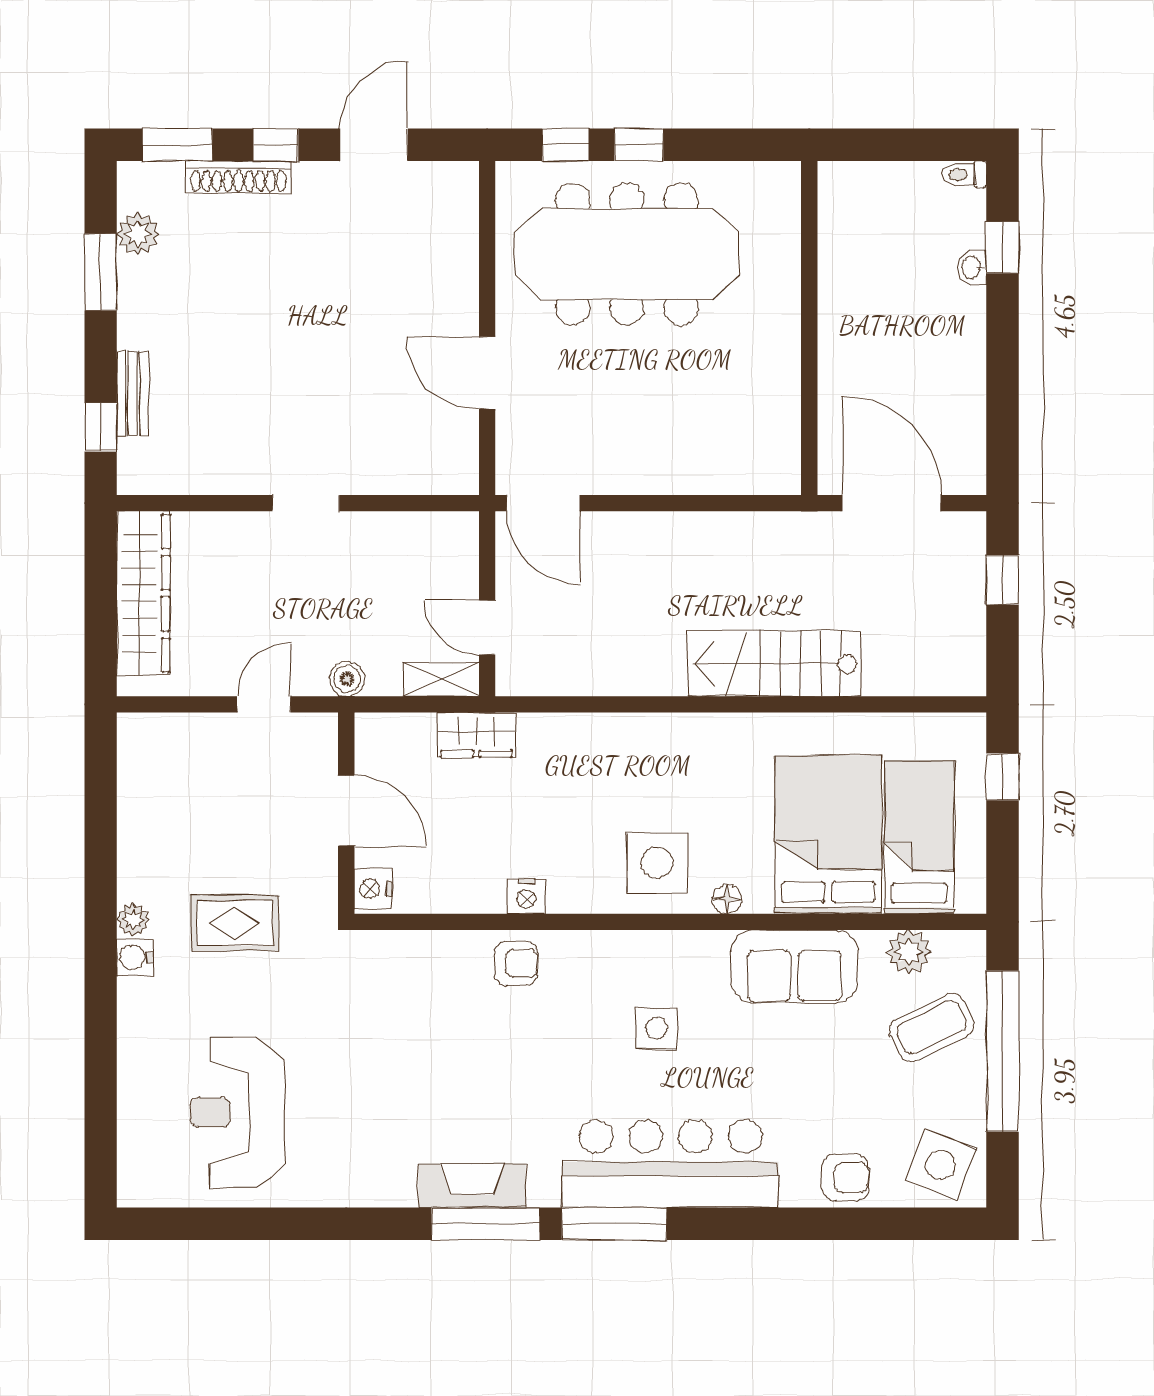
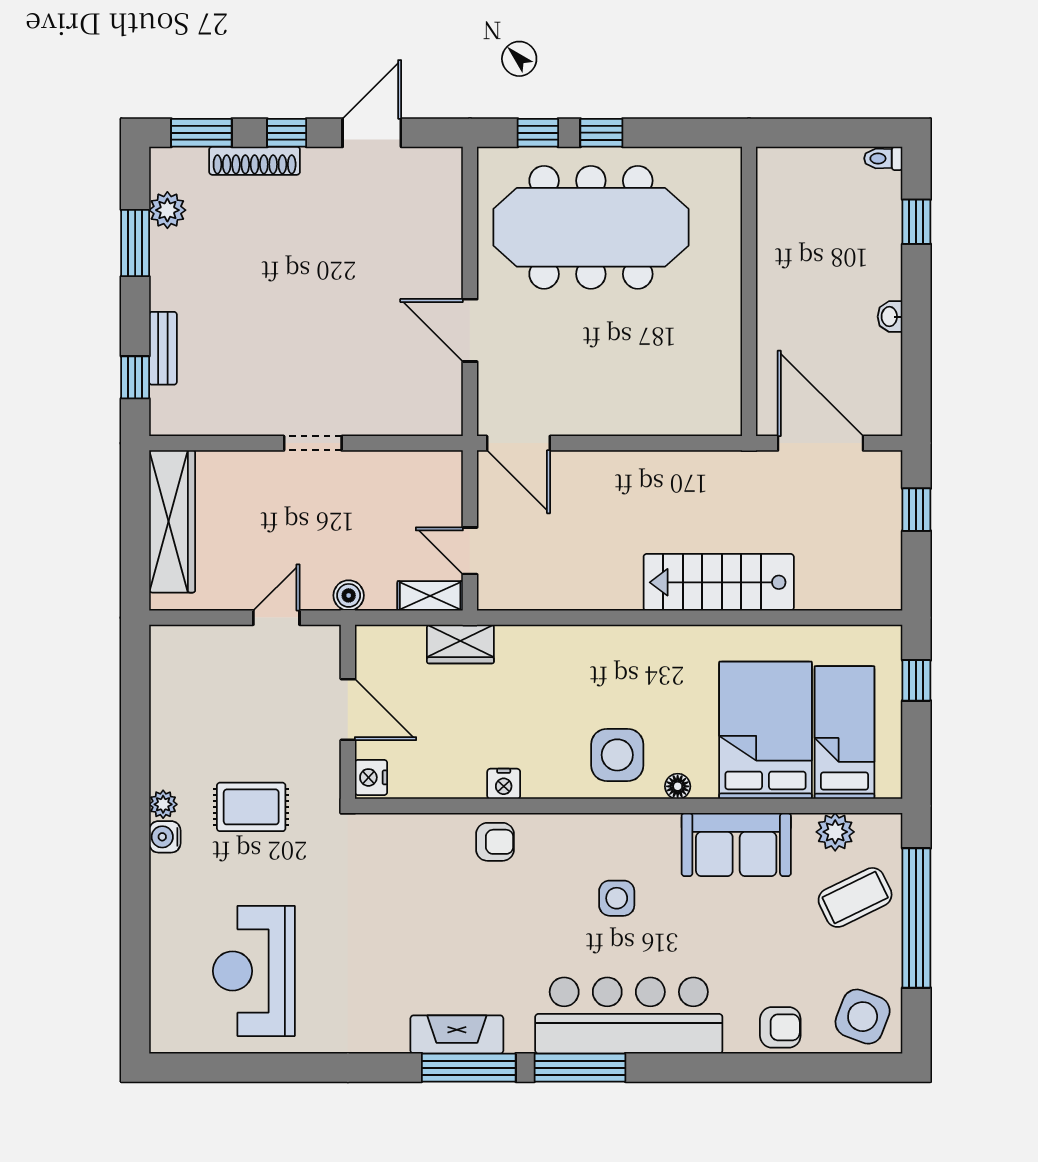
washbasin: (972, 267) -> (890, 317), moved

